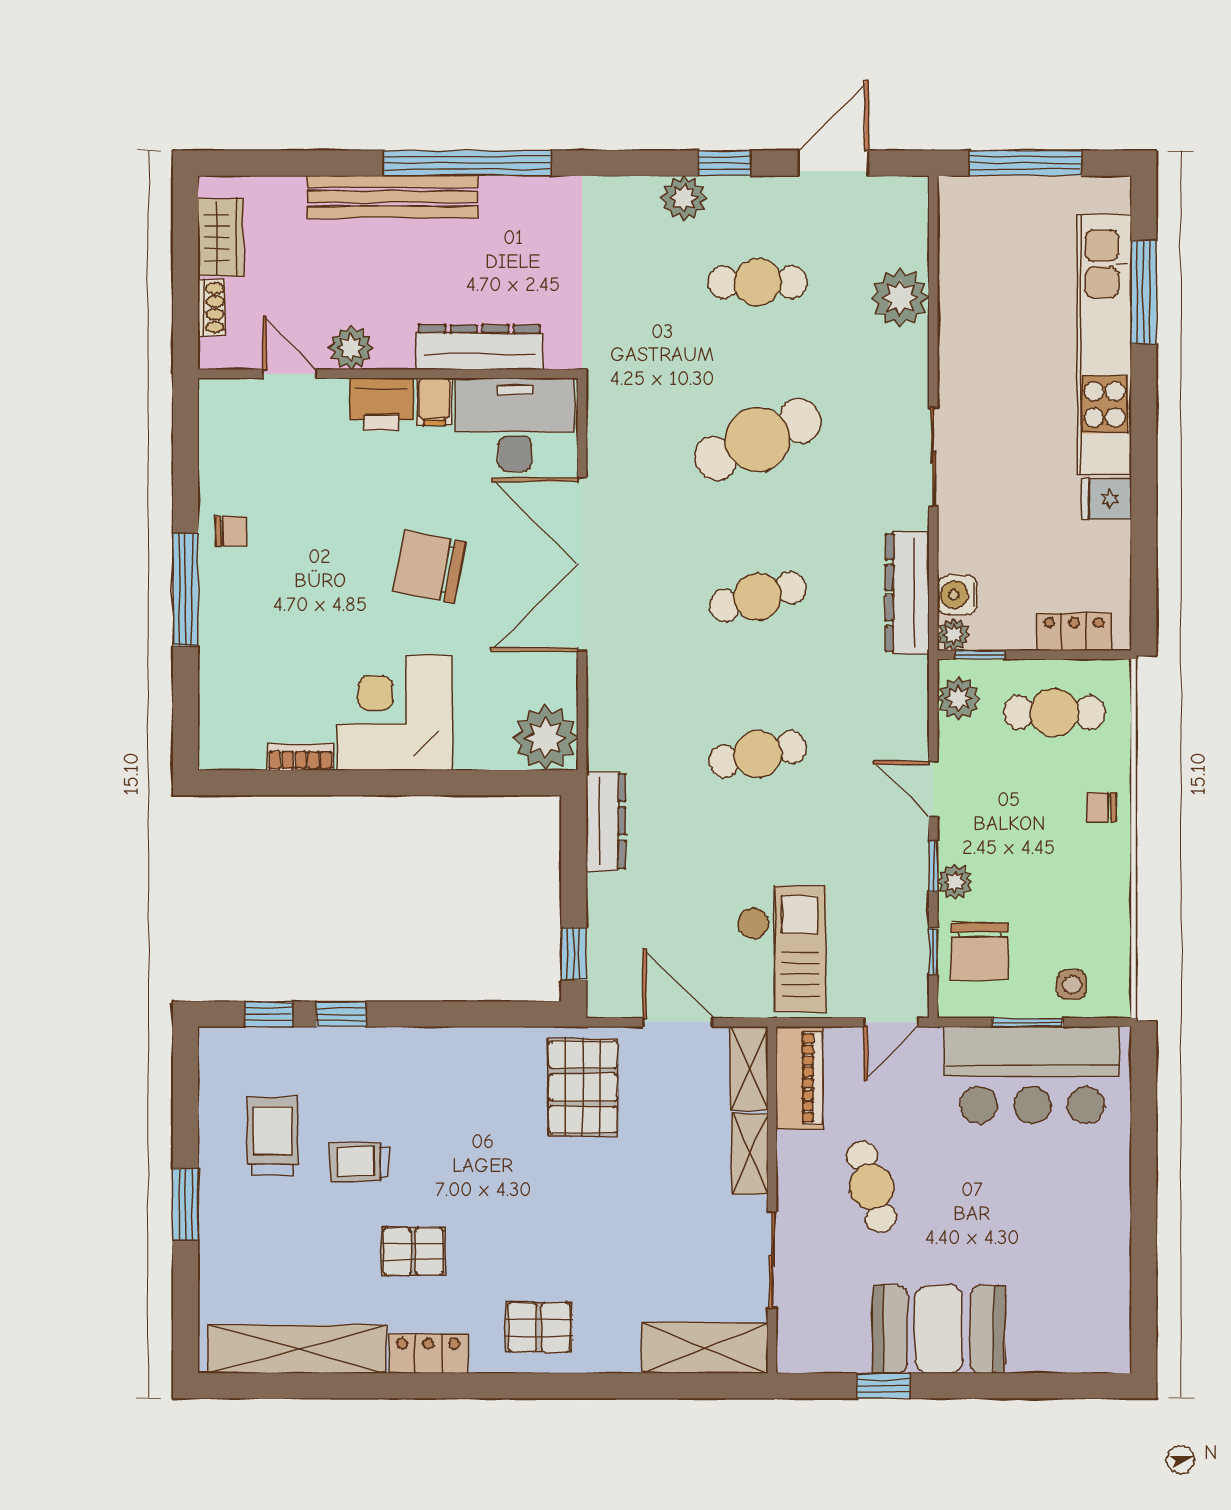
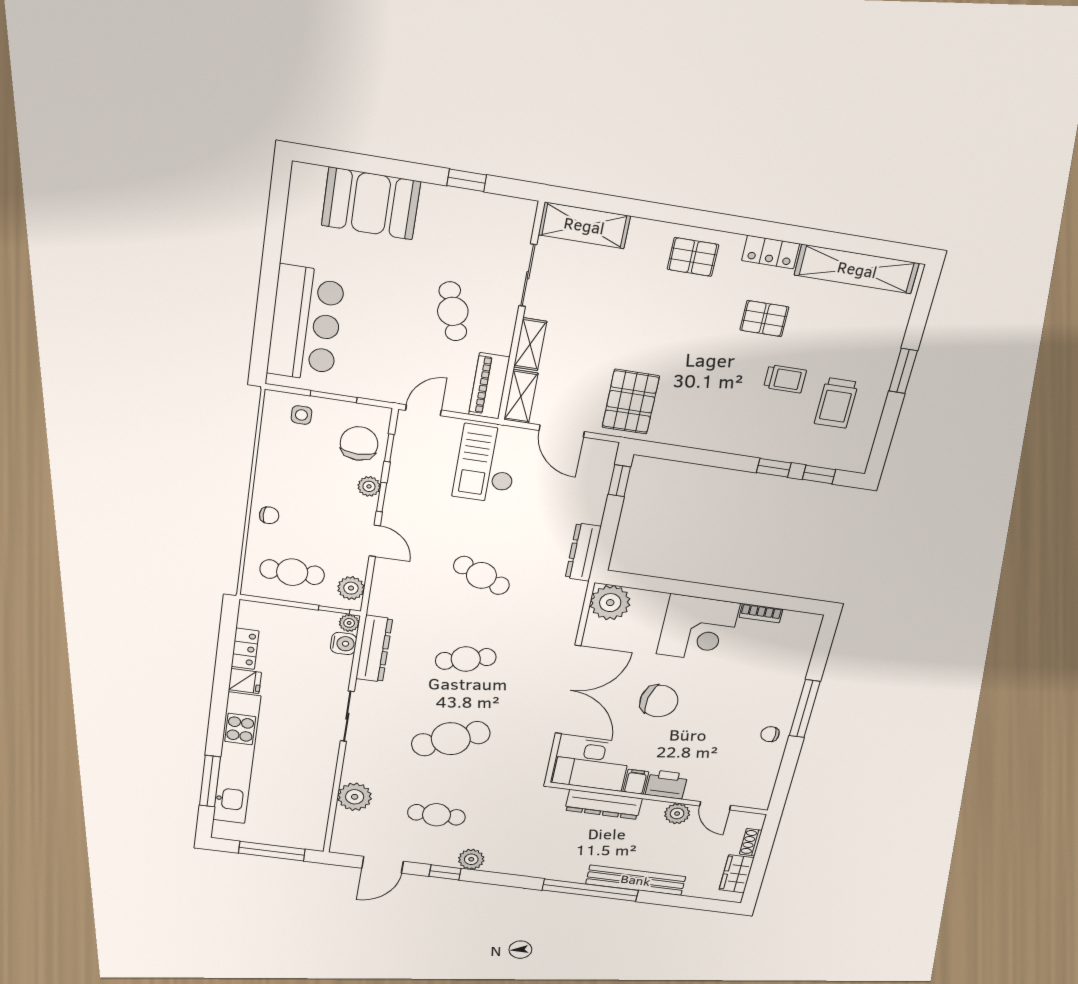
locker: (1074, 632) -> (245, 649), moved, turned -90
cafe table: (758, 754) -> (481, 575), turned 36
bar counter: (1032, 1075) -> (306, 324), moved, turned 90
booth: (939, 1329) -> (371, 204), moved

